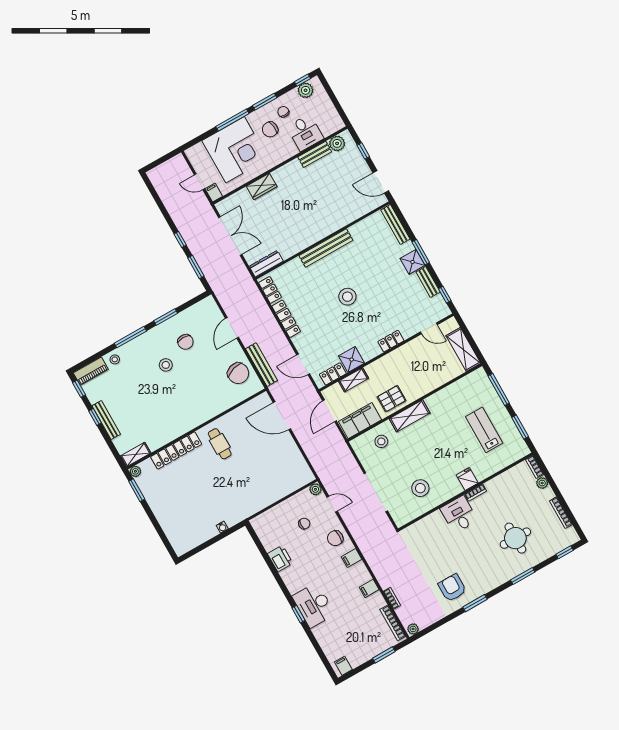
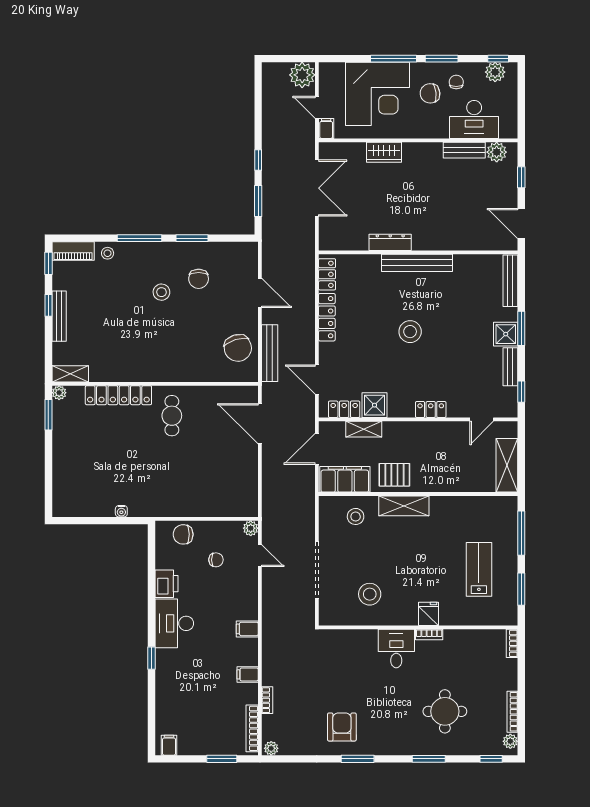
desk: (305, 133) -> (474, 119), width x1.37
plant: (177, 166) -> (302, 75), added
dresser: (266, 264) -> (390, 242), moved
door: (232, 328) -> (260, 293), swing flipped
door: (429, 328) -> (482, 419), hinge flipped
plant: (542, 483) -> (510, 741), moved
chair: (335, 538) -> (183, 534), moved
desk: (314, 605) -> (174, 623), moved

